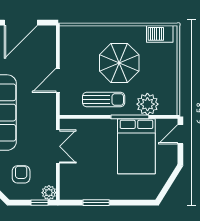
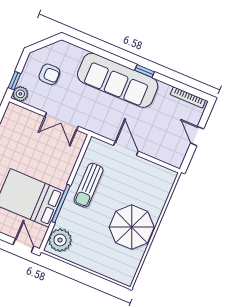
door: (21, 23) -> (197, 136), width x0.53
barbecue: (160, 34) -> (129, 267), removed
parasol: (119, 63) -> (132, 227), moved
plant: (147, 104) -> (60, 240), moved

